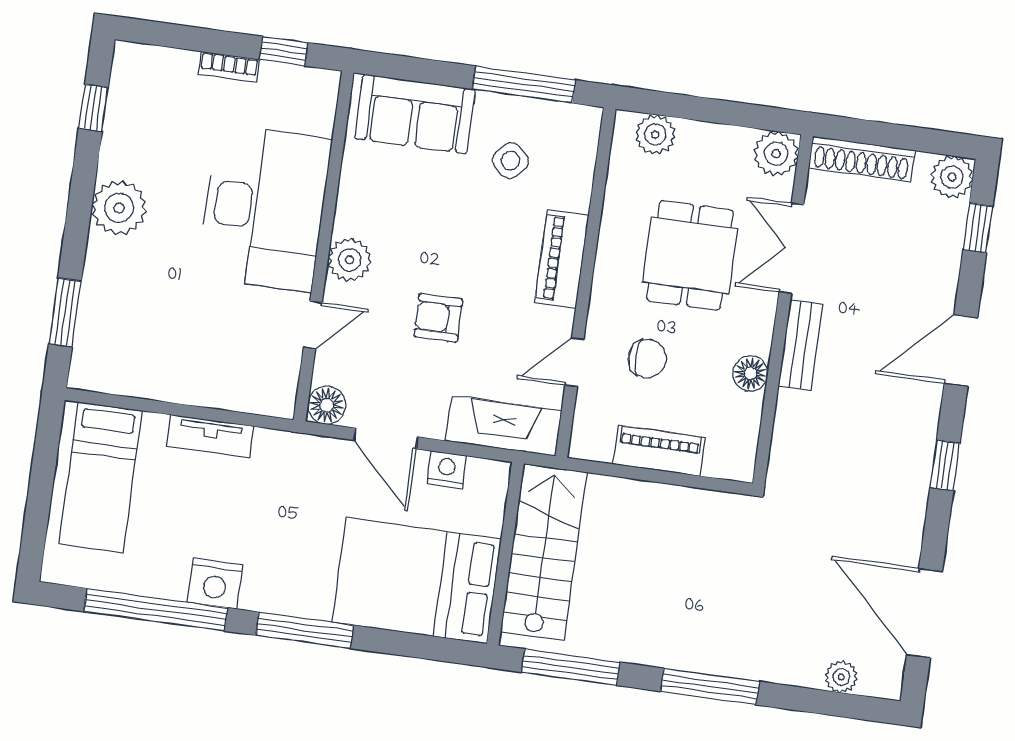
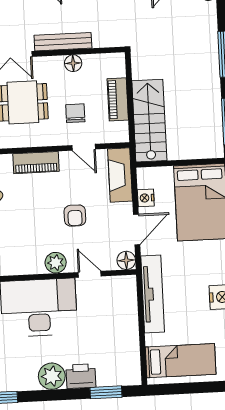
printer: (108, 267) -> (81, 376), added
bench: (800, 345) -> (63, 42), width x1.36
tv unit: (210, 436) -> (153, 294), width x1.92, depth x1.29
stairs: (544, 552) -> (149, 121), moved, turned 90

